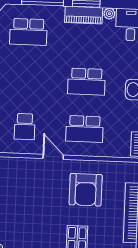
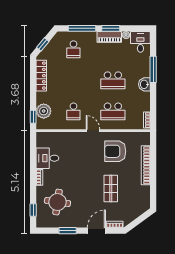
school desk: (28, 32) -> (73, 49), width x0.54
armchair: (86, 190) -> (115, 151), turned 90

